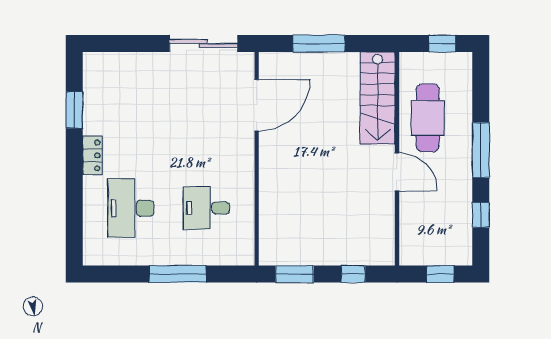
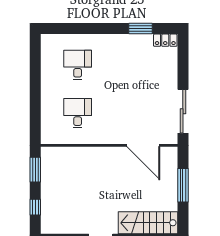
locker: (92, 155) -> (165, 40), moved
desk: (131, 208) -> (78, 65), width x0.73
window: (178, 274) -> (35, 95), removed

